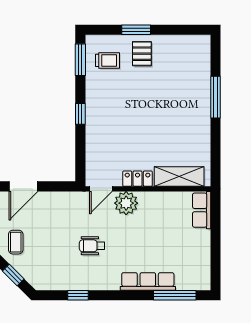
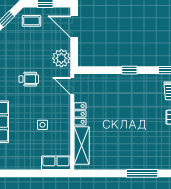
plant: (126, 203) -> (61, 58), moved
side table: (152, 228) -> (42, 125), added
wheelchair: (92, 246) -> (29, 79), turned 90

